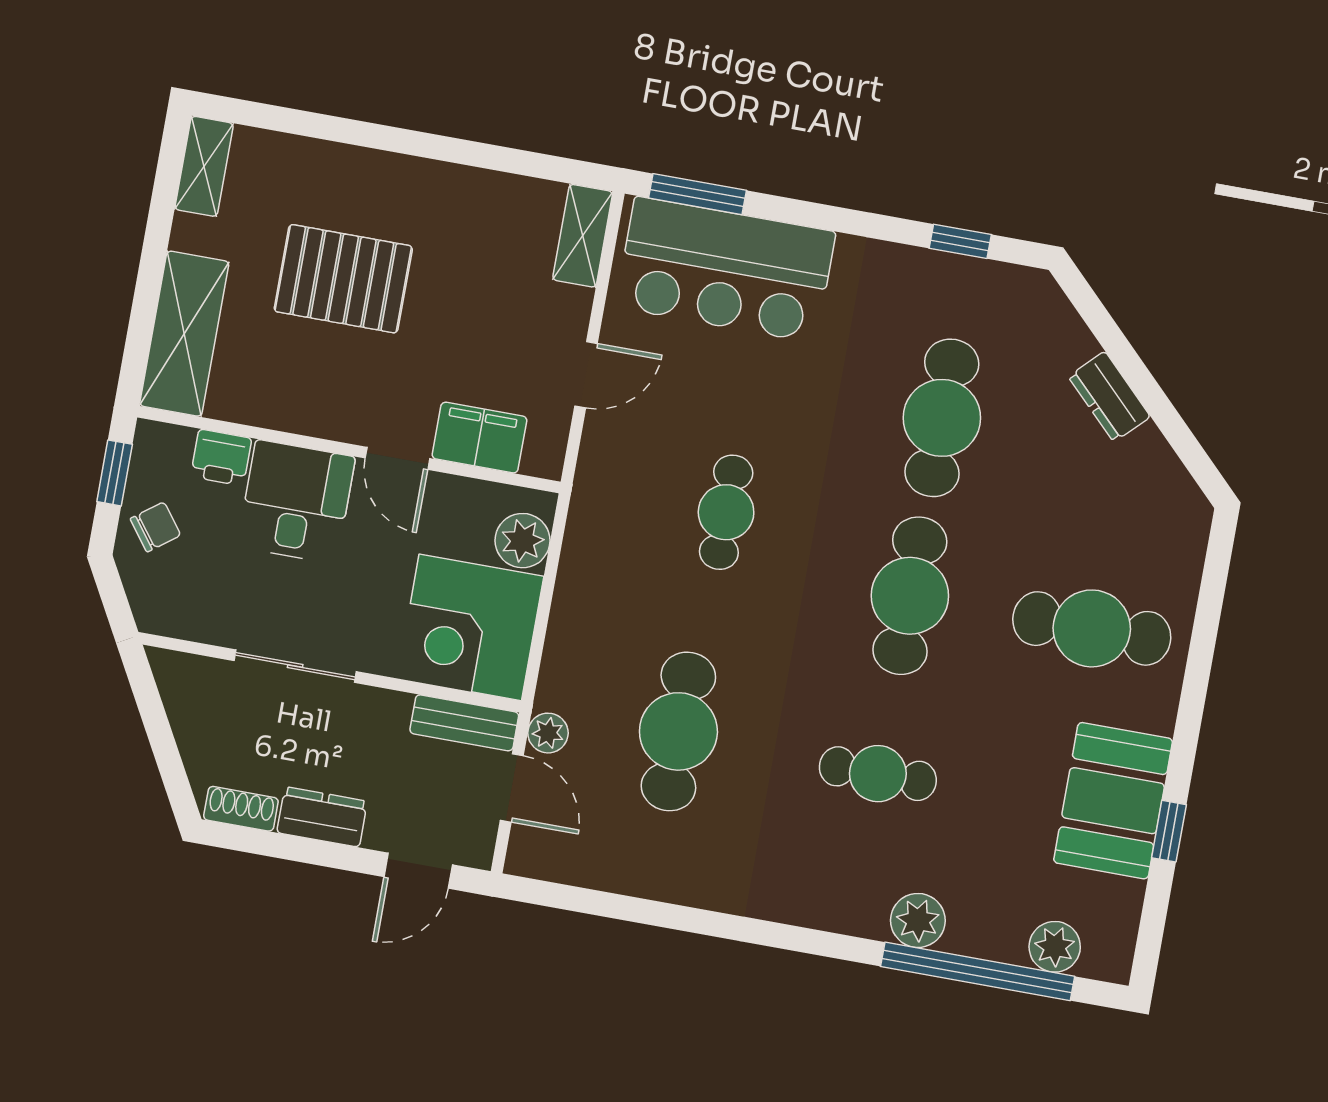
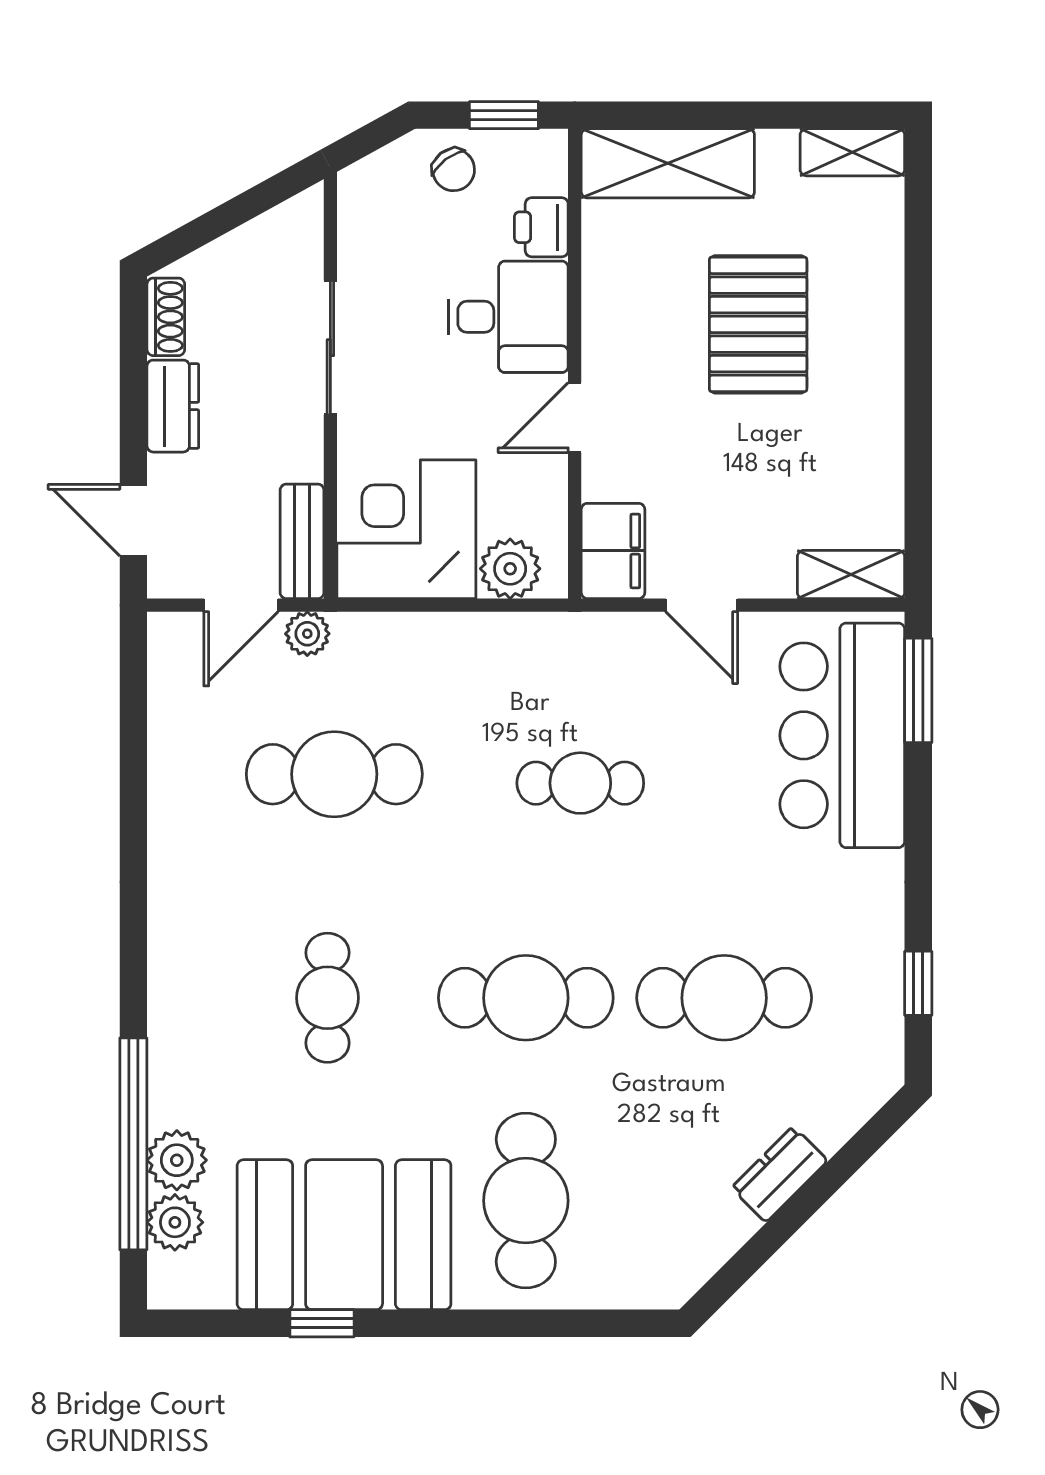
filing cabinet: (479, 438) -> (613, 551), moved
booth: (1113, 801) -> (344, 1235), width x1.36, depth x1.42
plant: (918, 920) -> (177, 1160), moved

